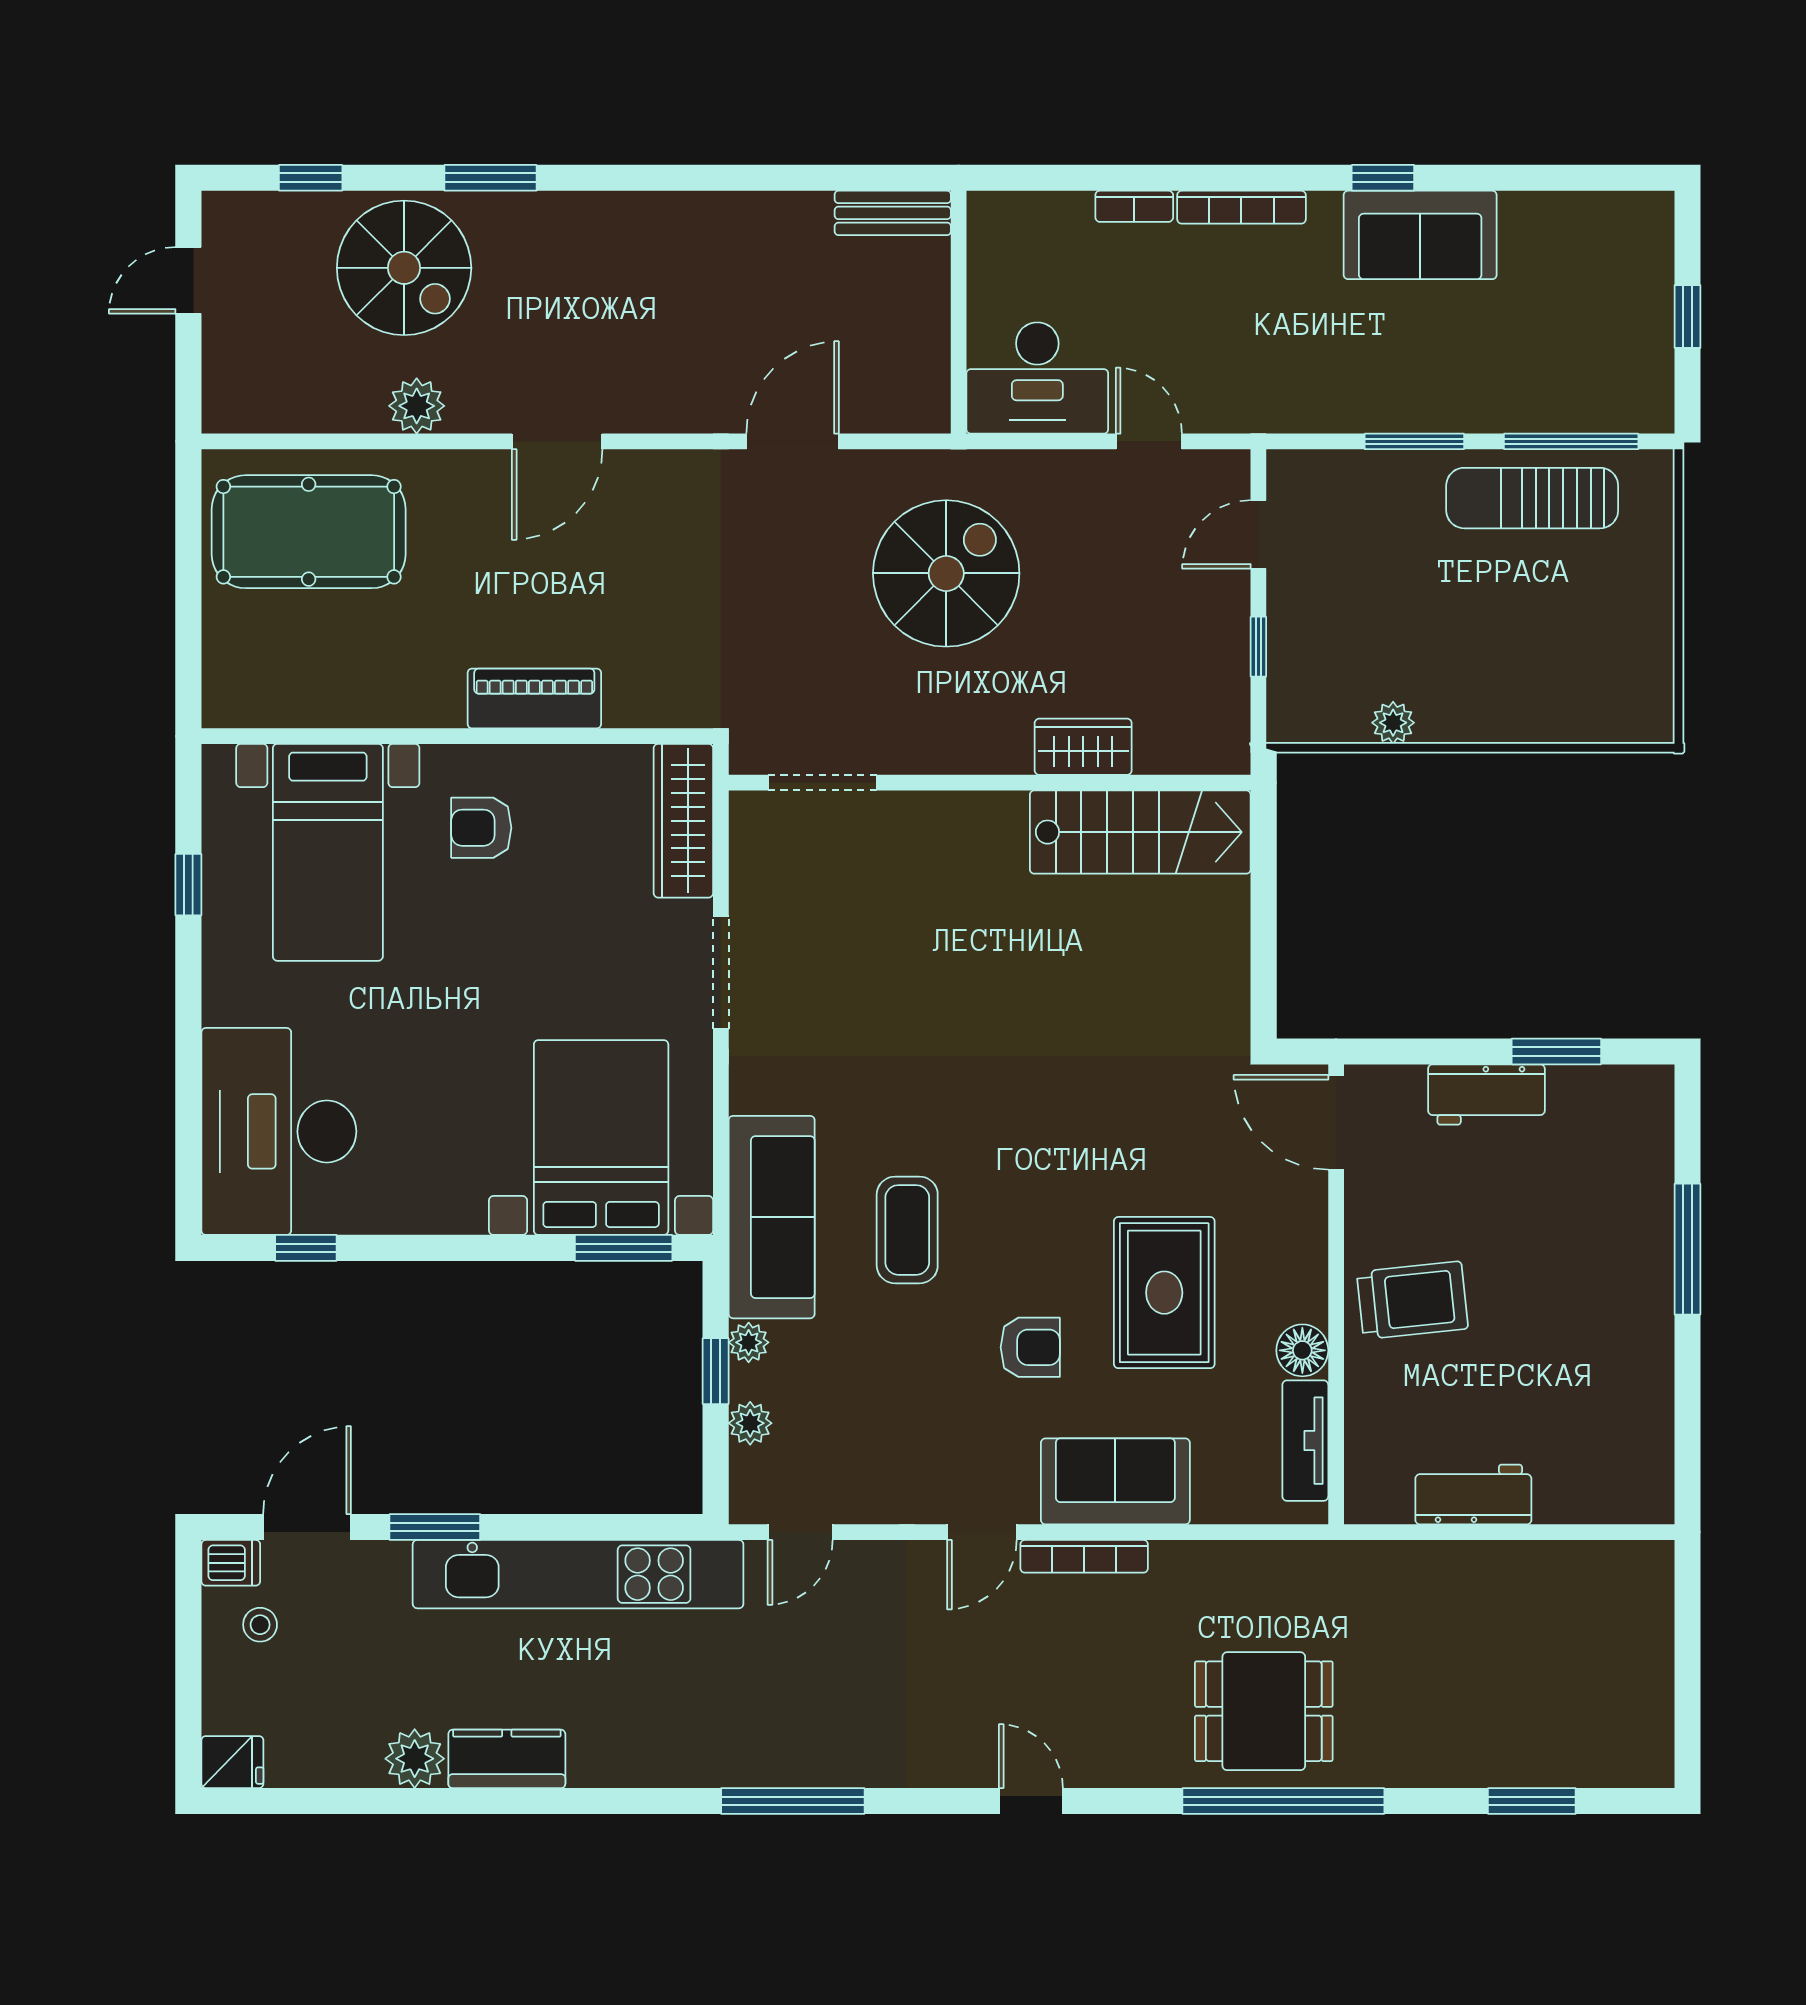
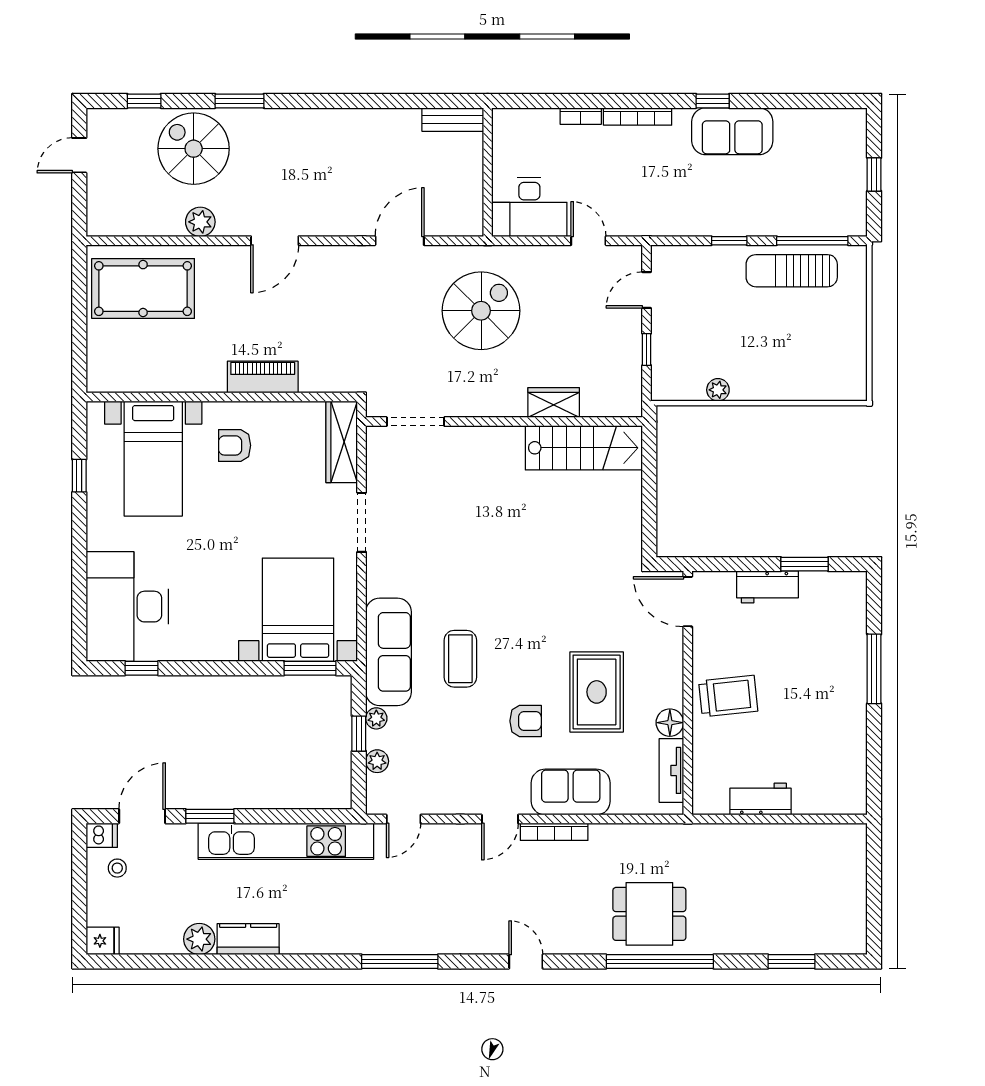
spiral stairs: (404, 268) -> (194, 149), turned 180
window: (1414, 441) -> (729, 241), width x0.67

